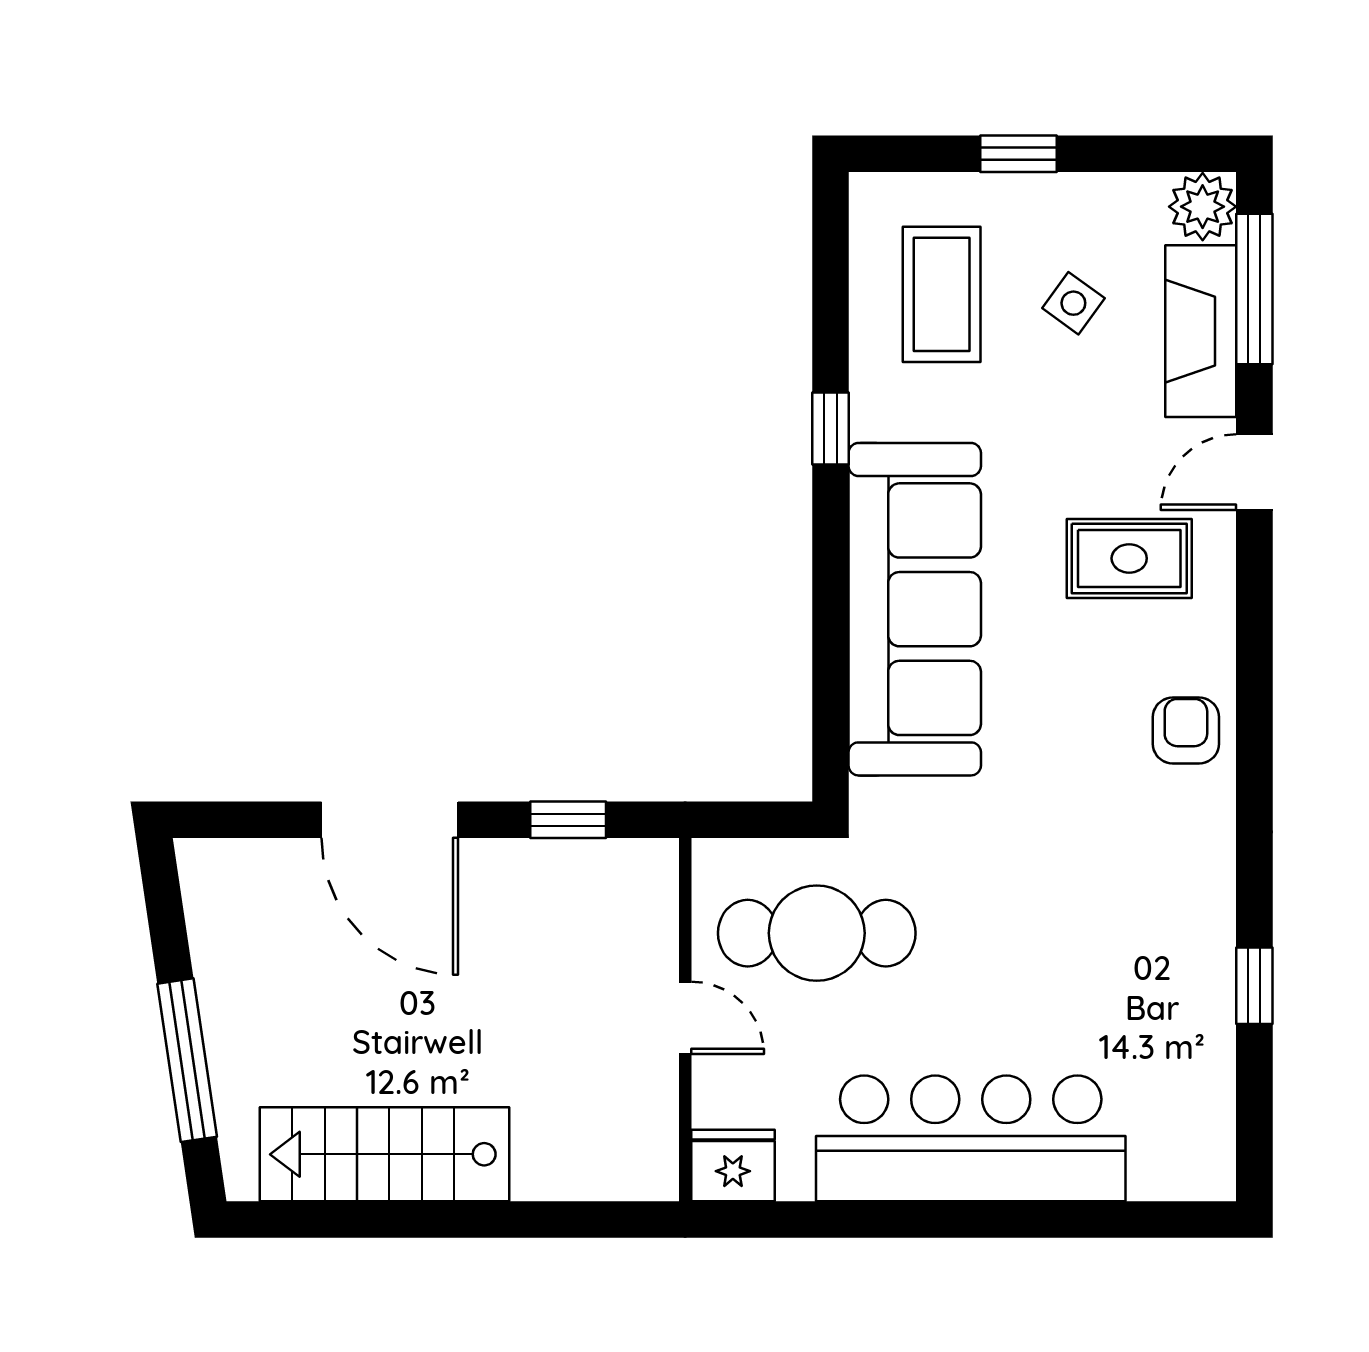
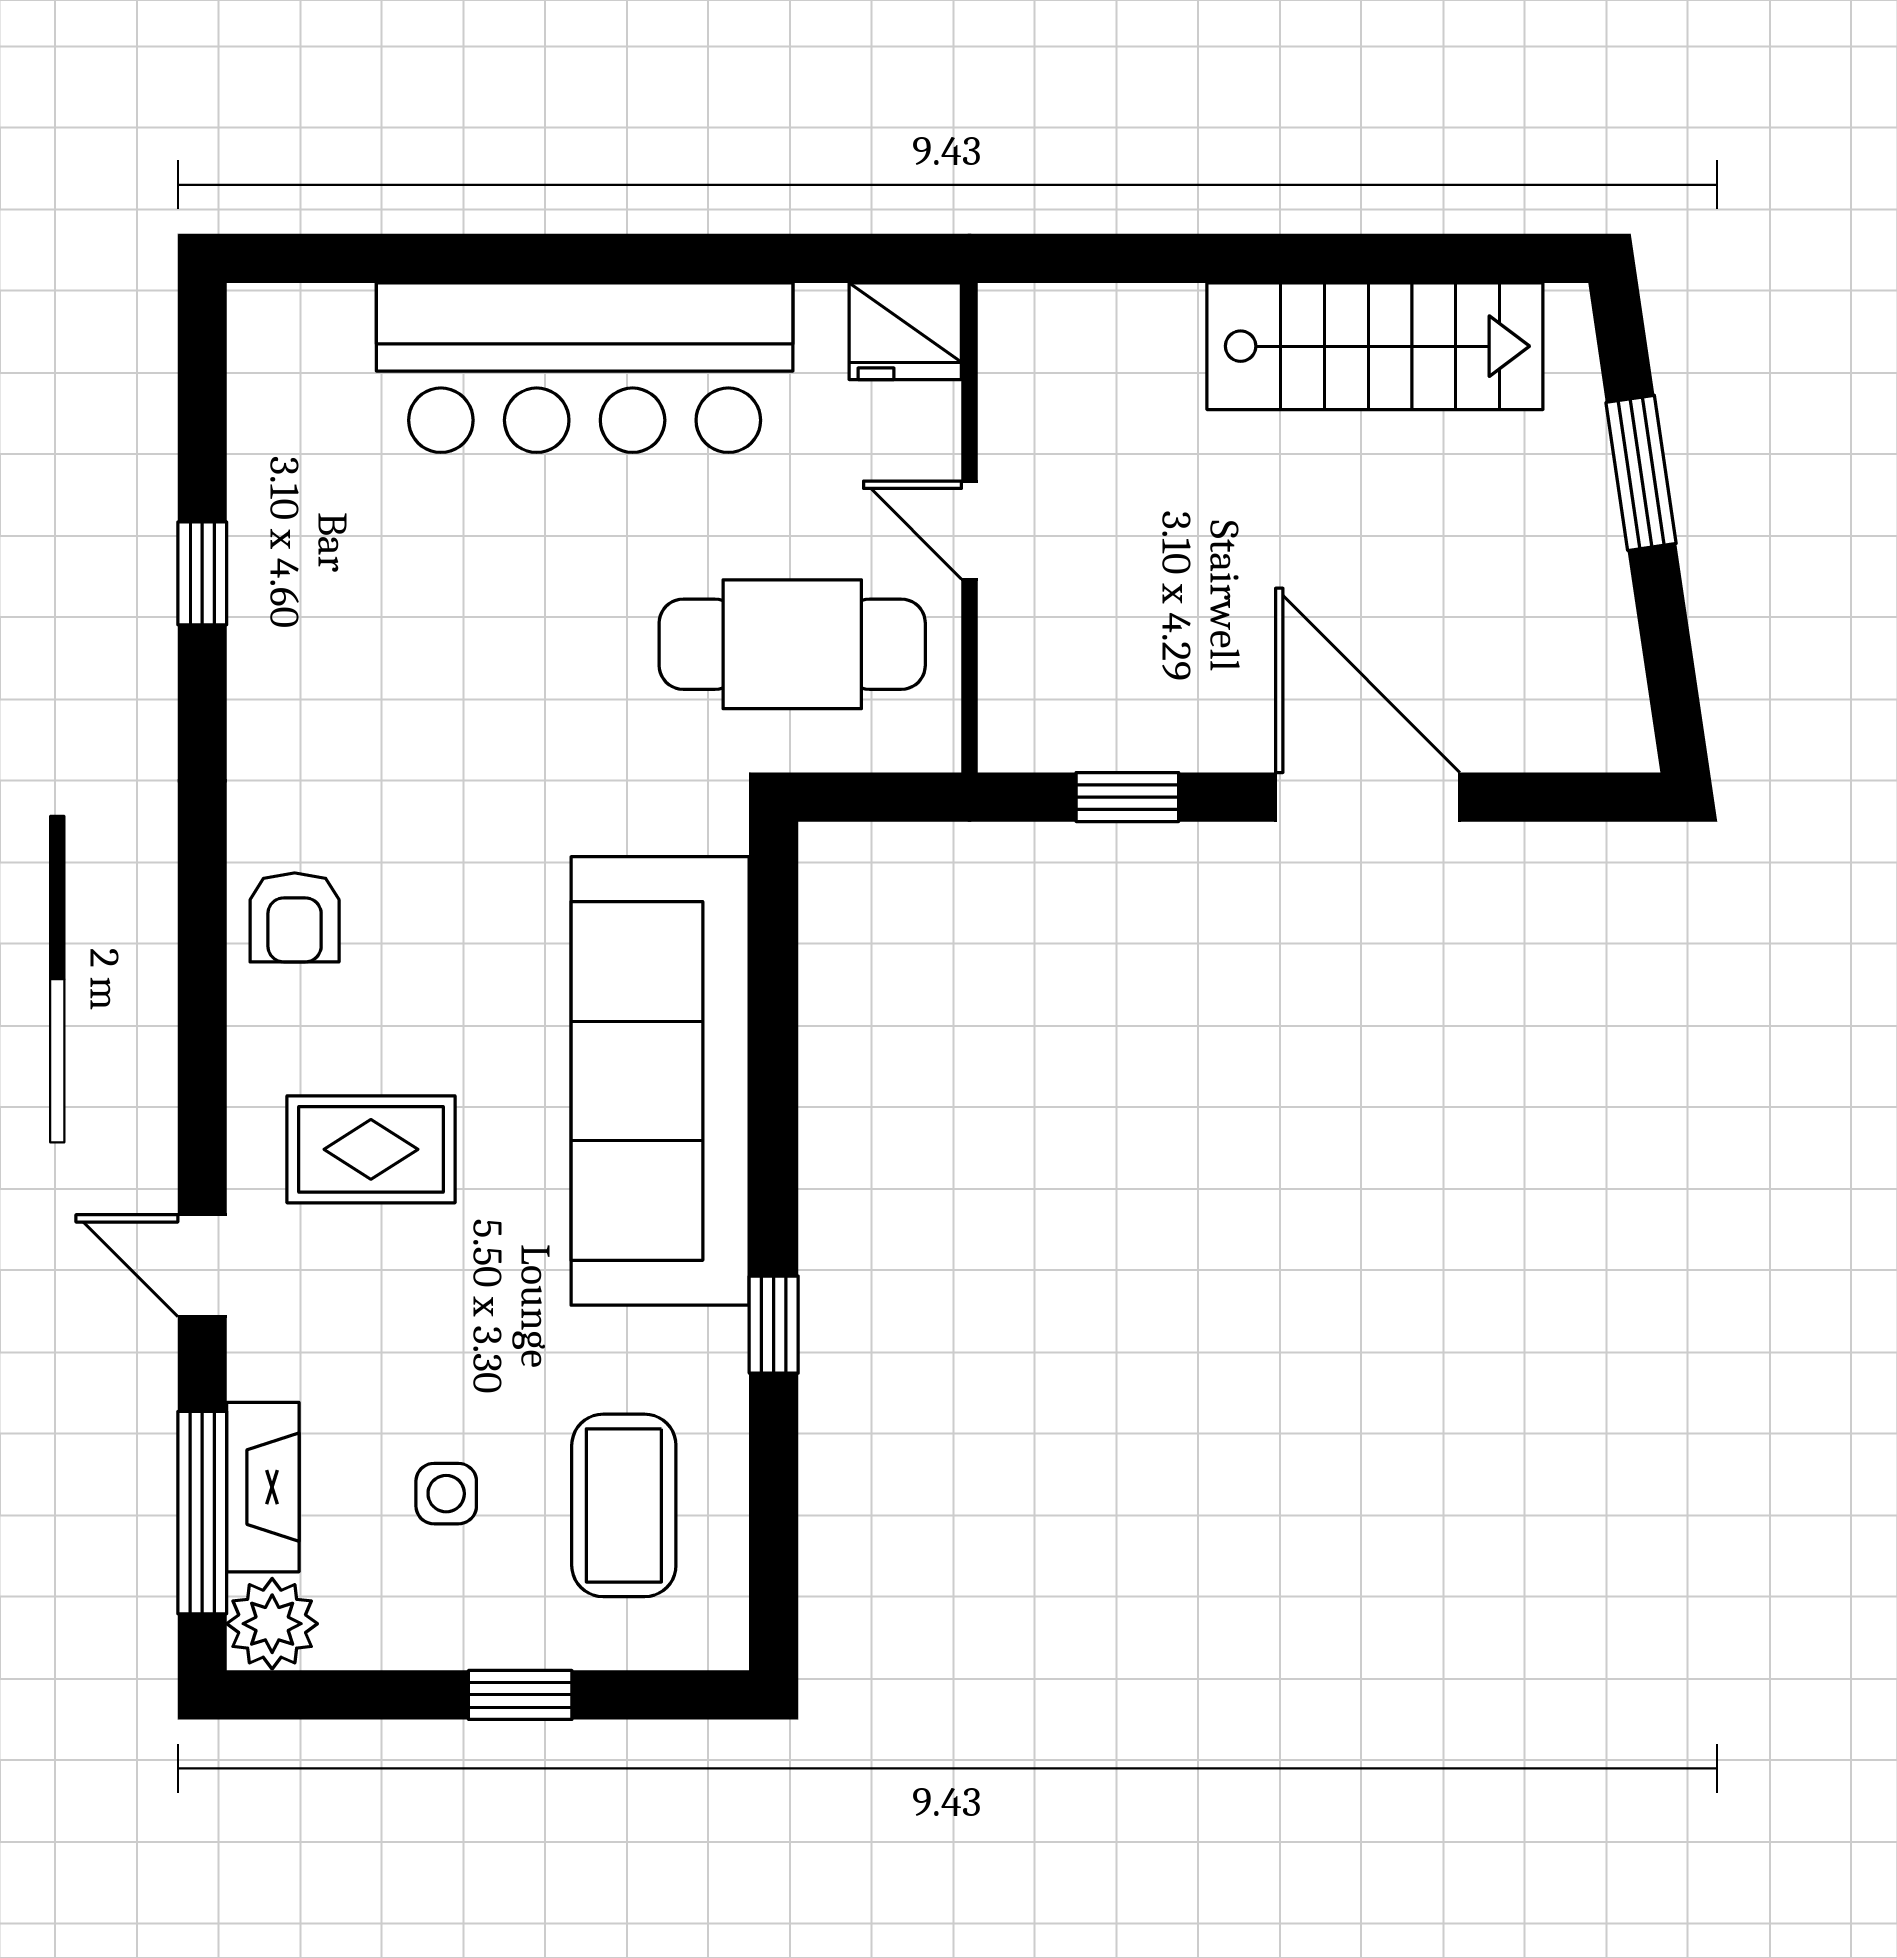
side table: (1073, 303) -> (446, 1494), turned -36
fireplace: (1201, 331) -> (263, 1487), width x0.73, depth x0.76
door: (1254, 472) -> (202, 1266), swing flipped
window: (187, 1060) -> (1641, 473), width x0.69

